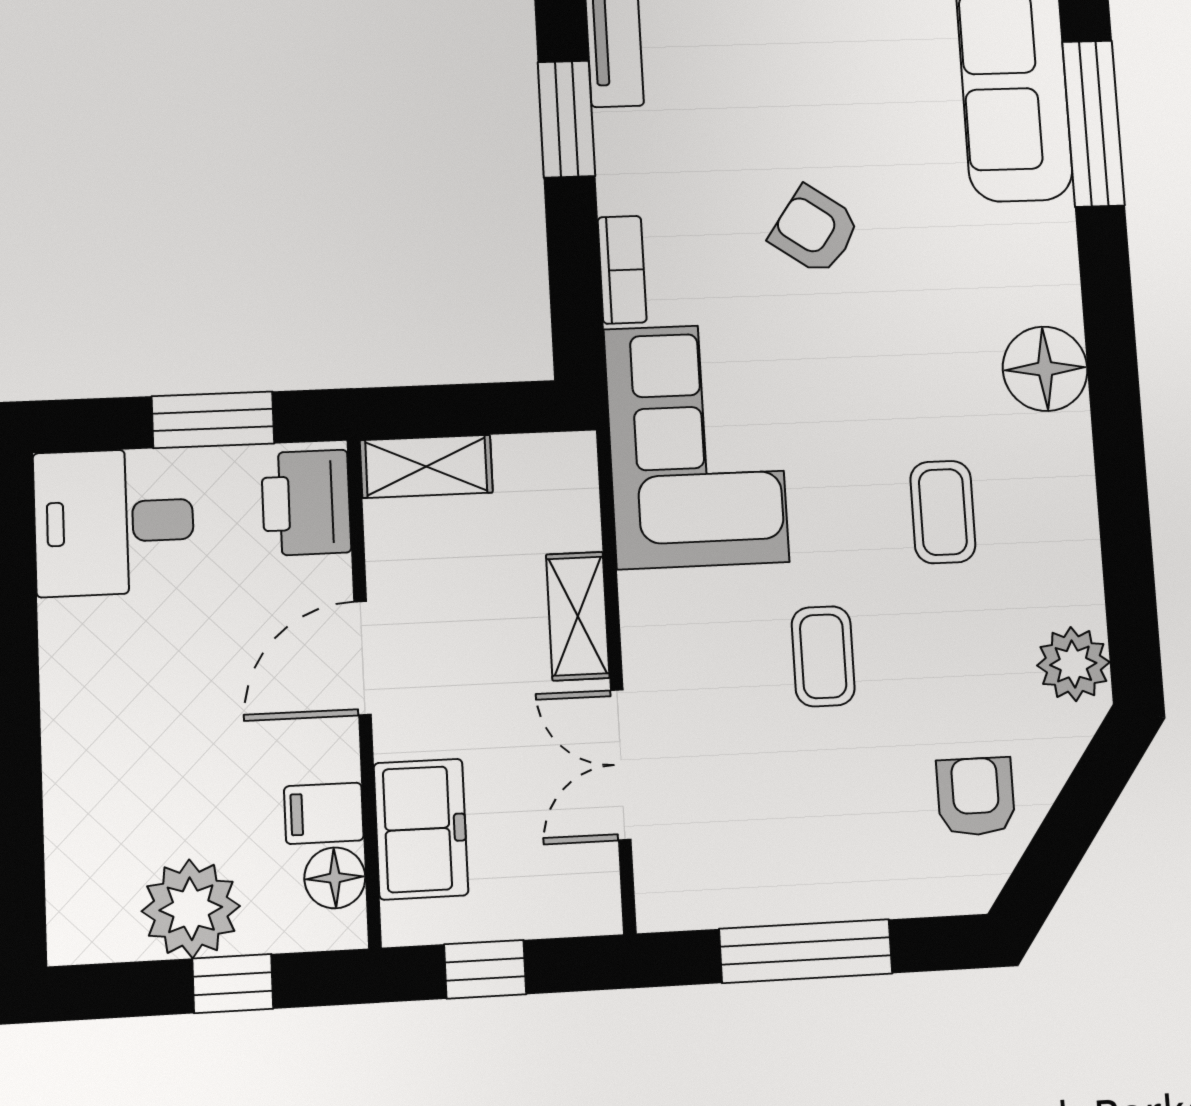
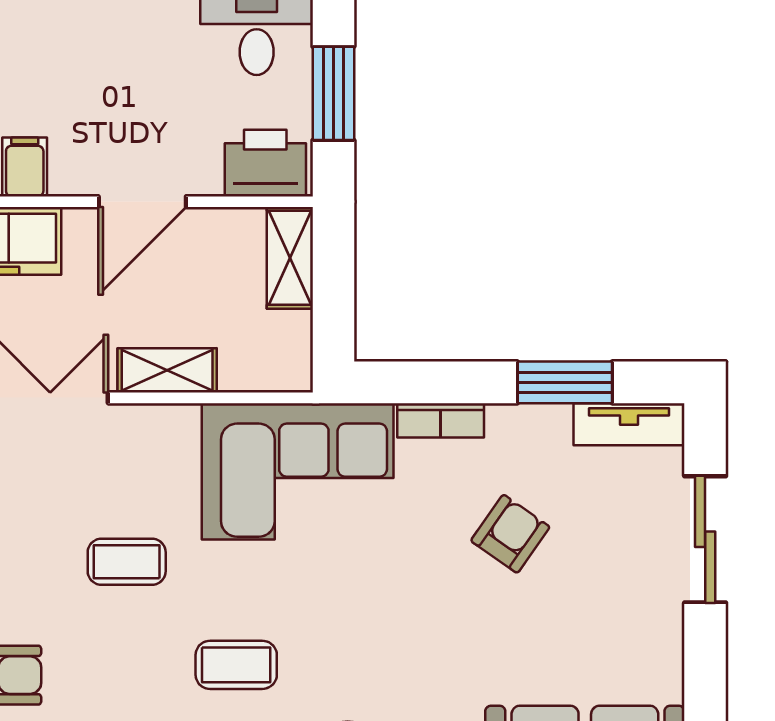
armchair: (815, 230) -> (510, 534), moved
door: (363, 658) -> (142, 202), swing flipped

